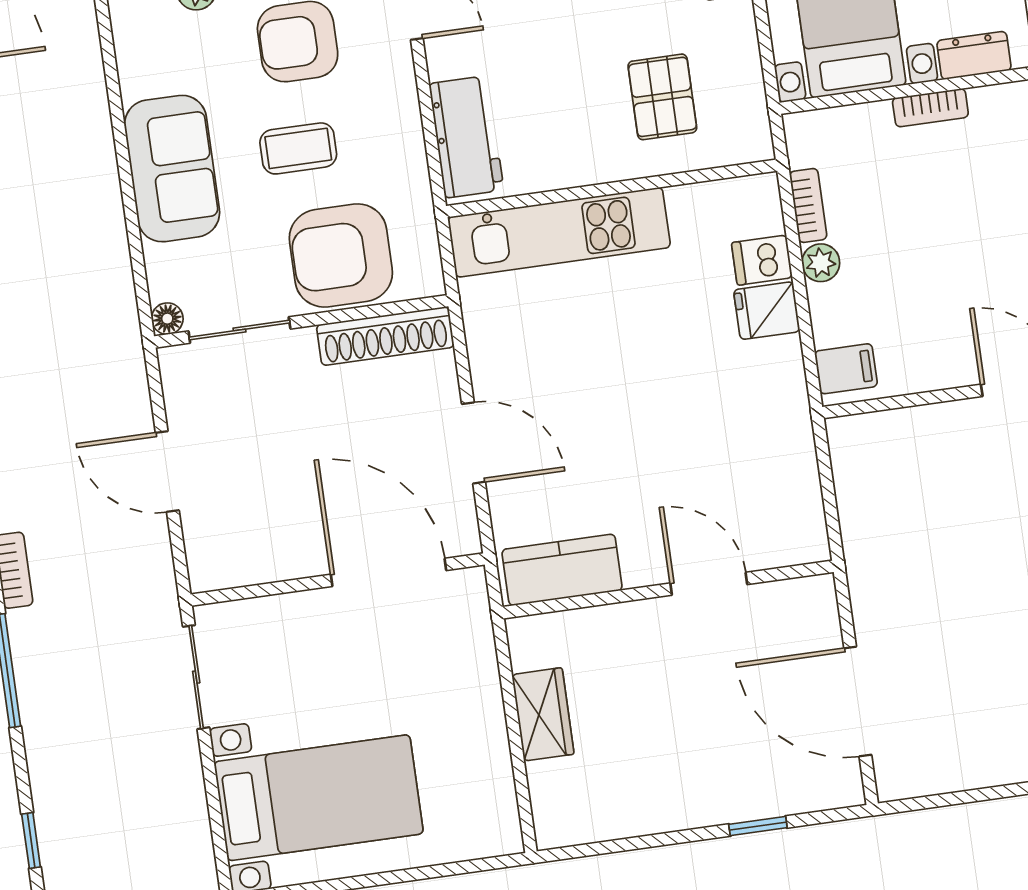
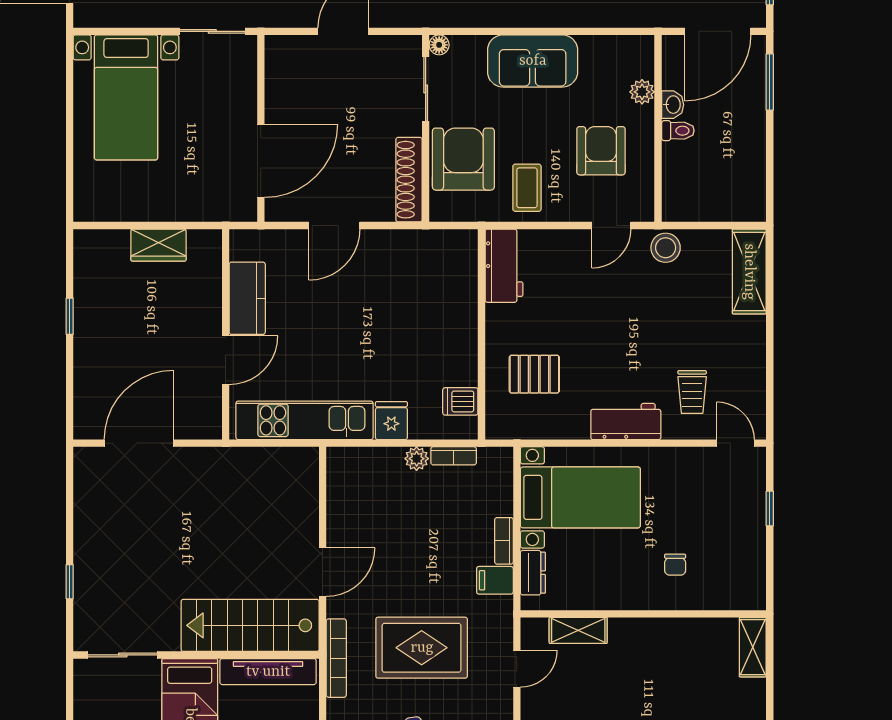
workbench: (466, 137) -> (504, 266), moved, turned -90
coffee table: (298, 148) -> (527, 188), moved
kitchen unit: (559, 232) -> (305, 420), moved, turned 90
dishwasher: (762, 260) -> (460, 401), moved, turned -90
filing cabinet: (846, 369) -> (495, 580), moved, turned 90
kitchen counter: (562, 570) -> (247, 298), moved
window: (758, 826) -> (70, 316), moved

